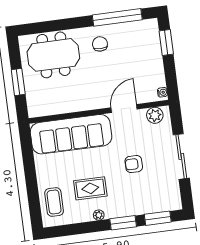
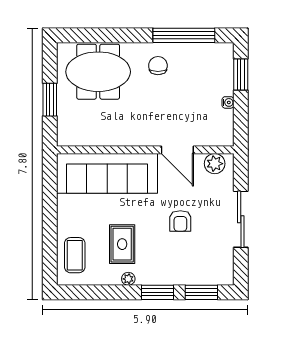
water cooler: (162, 92) -> (228, 102), moved
door: (124, 108) -> (177, 150), swing flipped
armchair: (134, 164) -> (180, 221), turned -90
rug: (90, 188) -> (122, 244), turned 90

